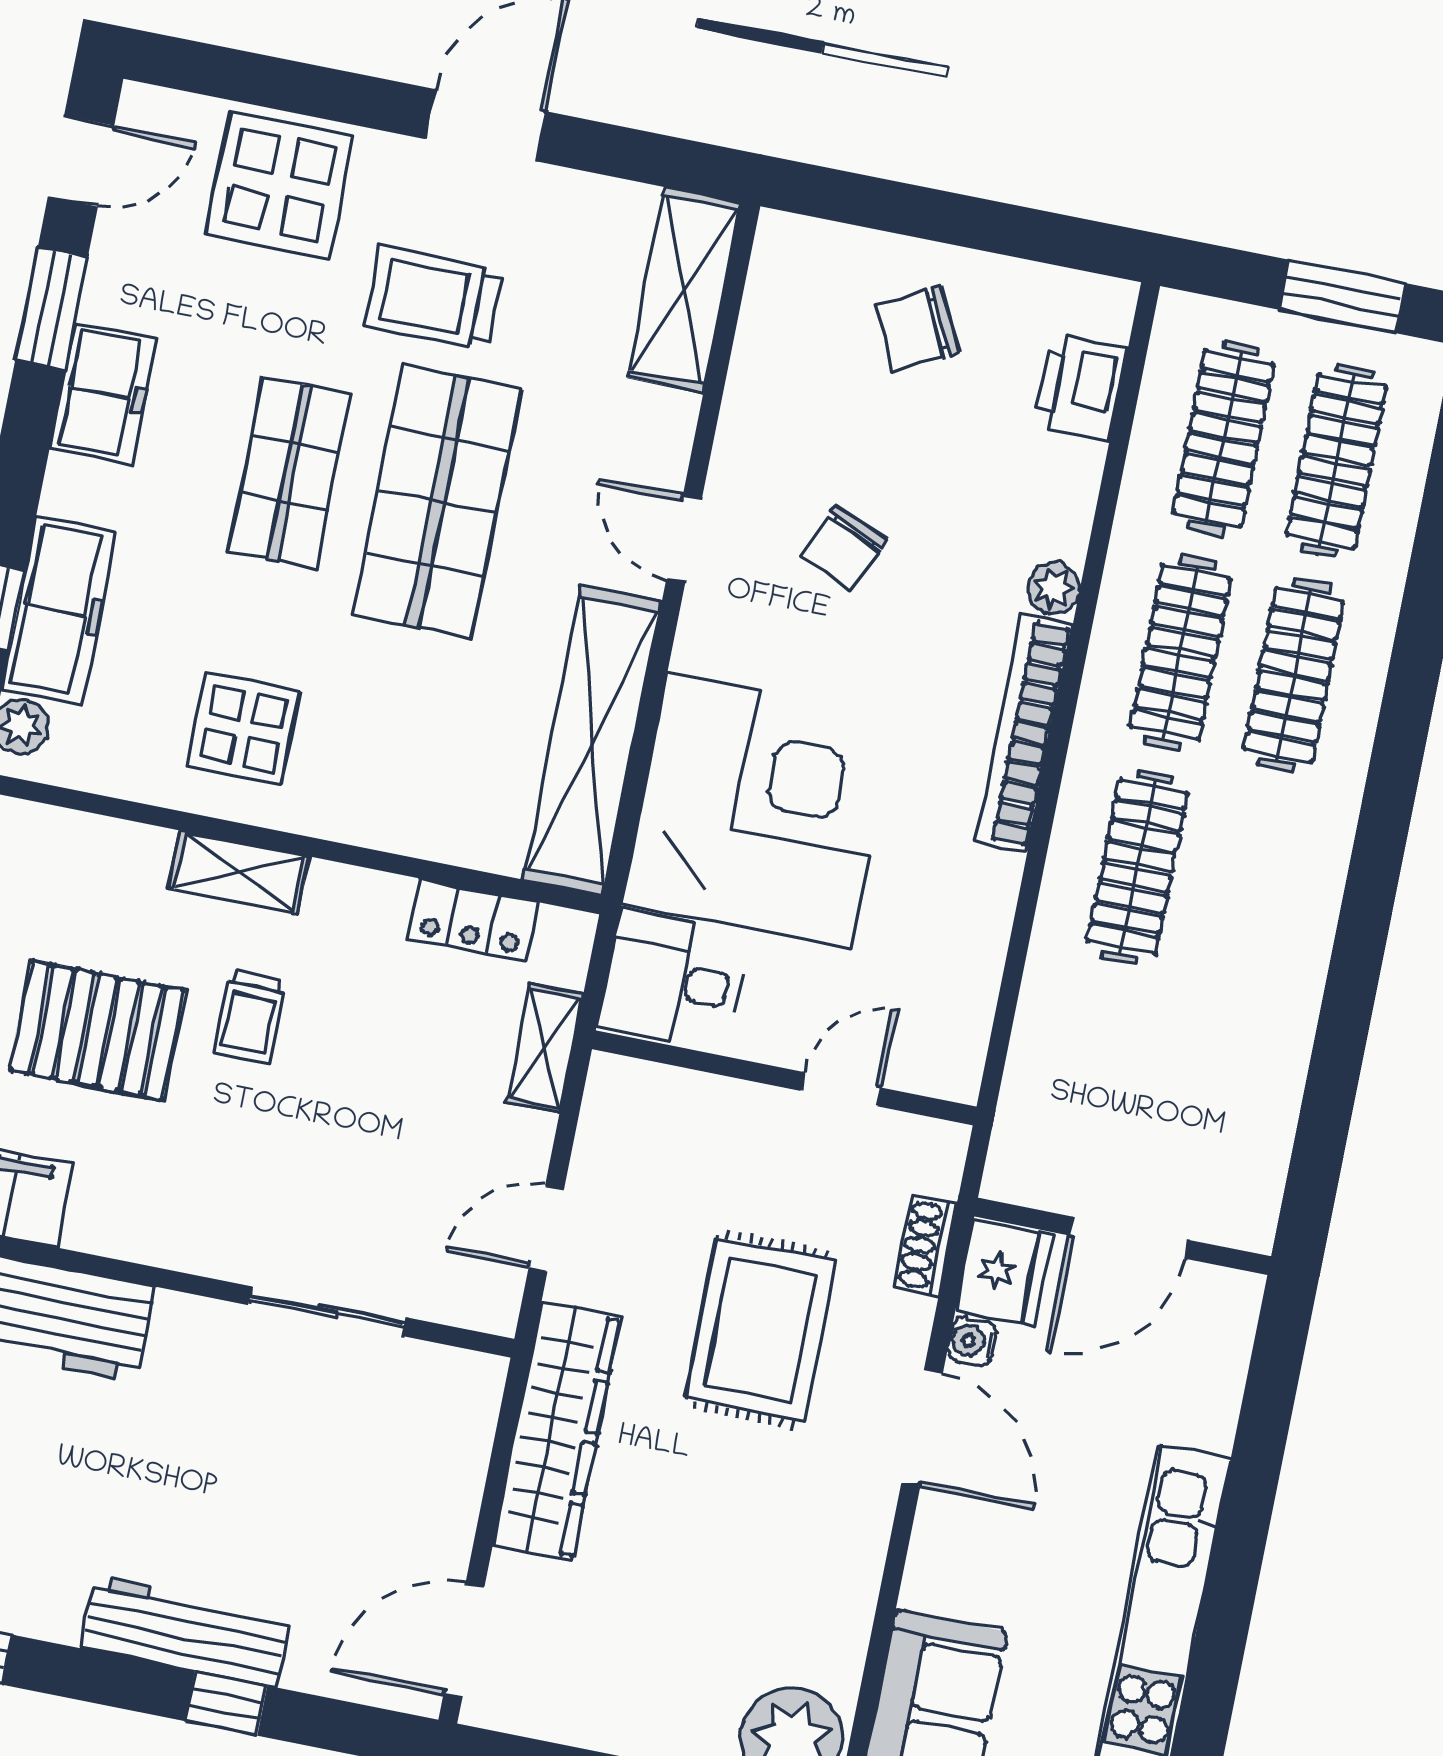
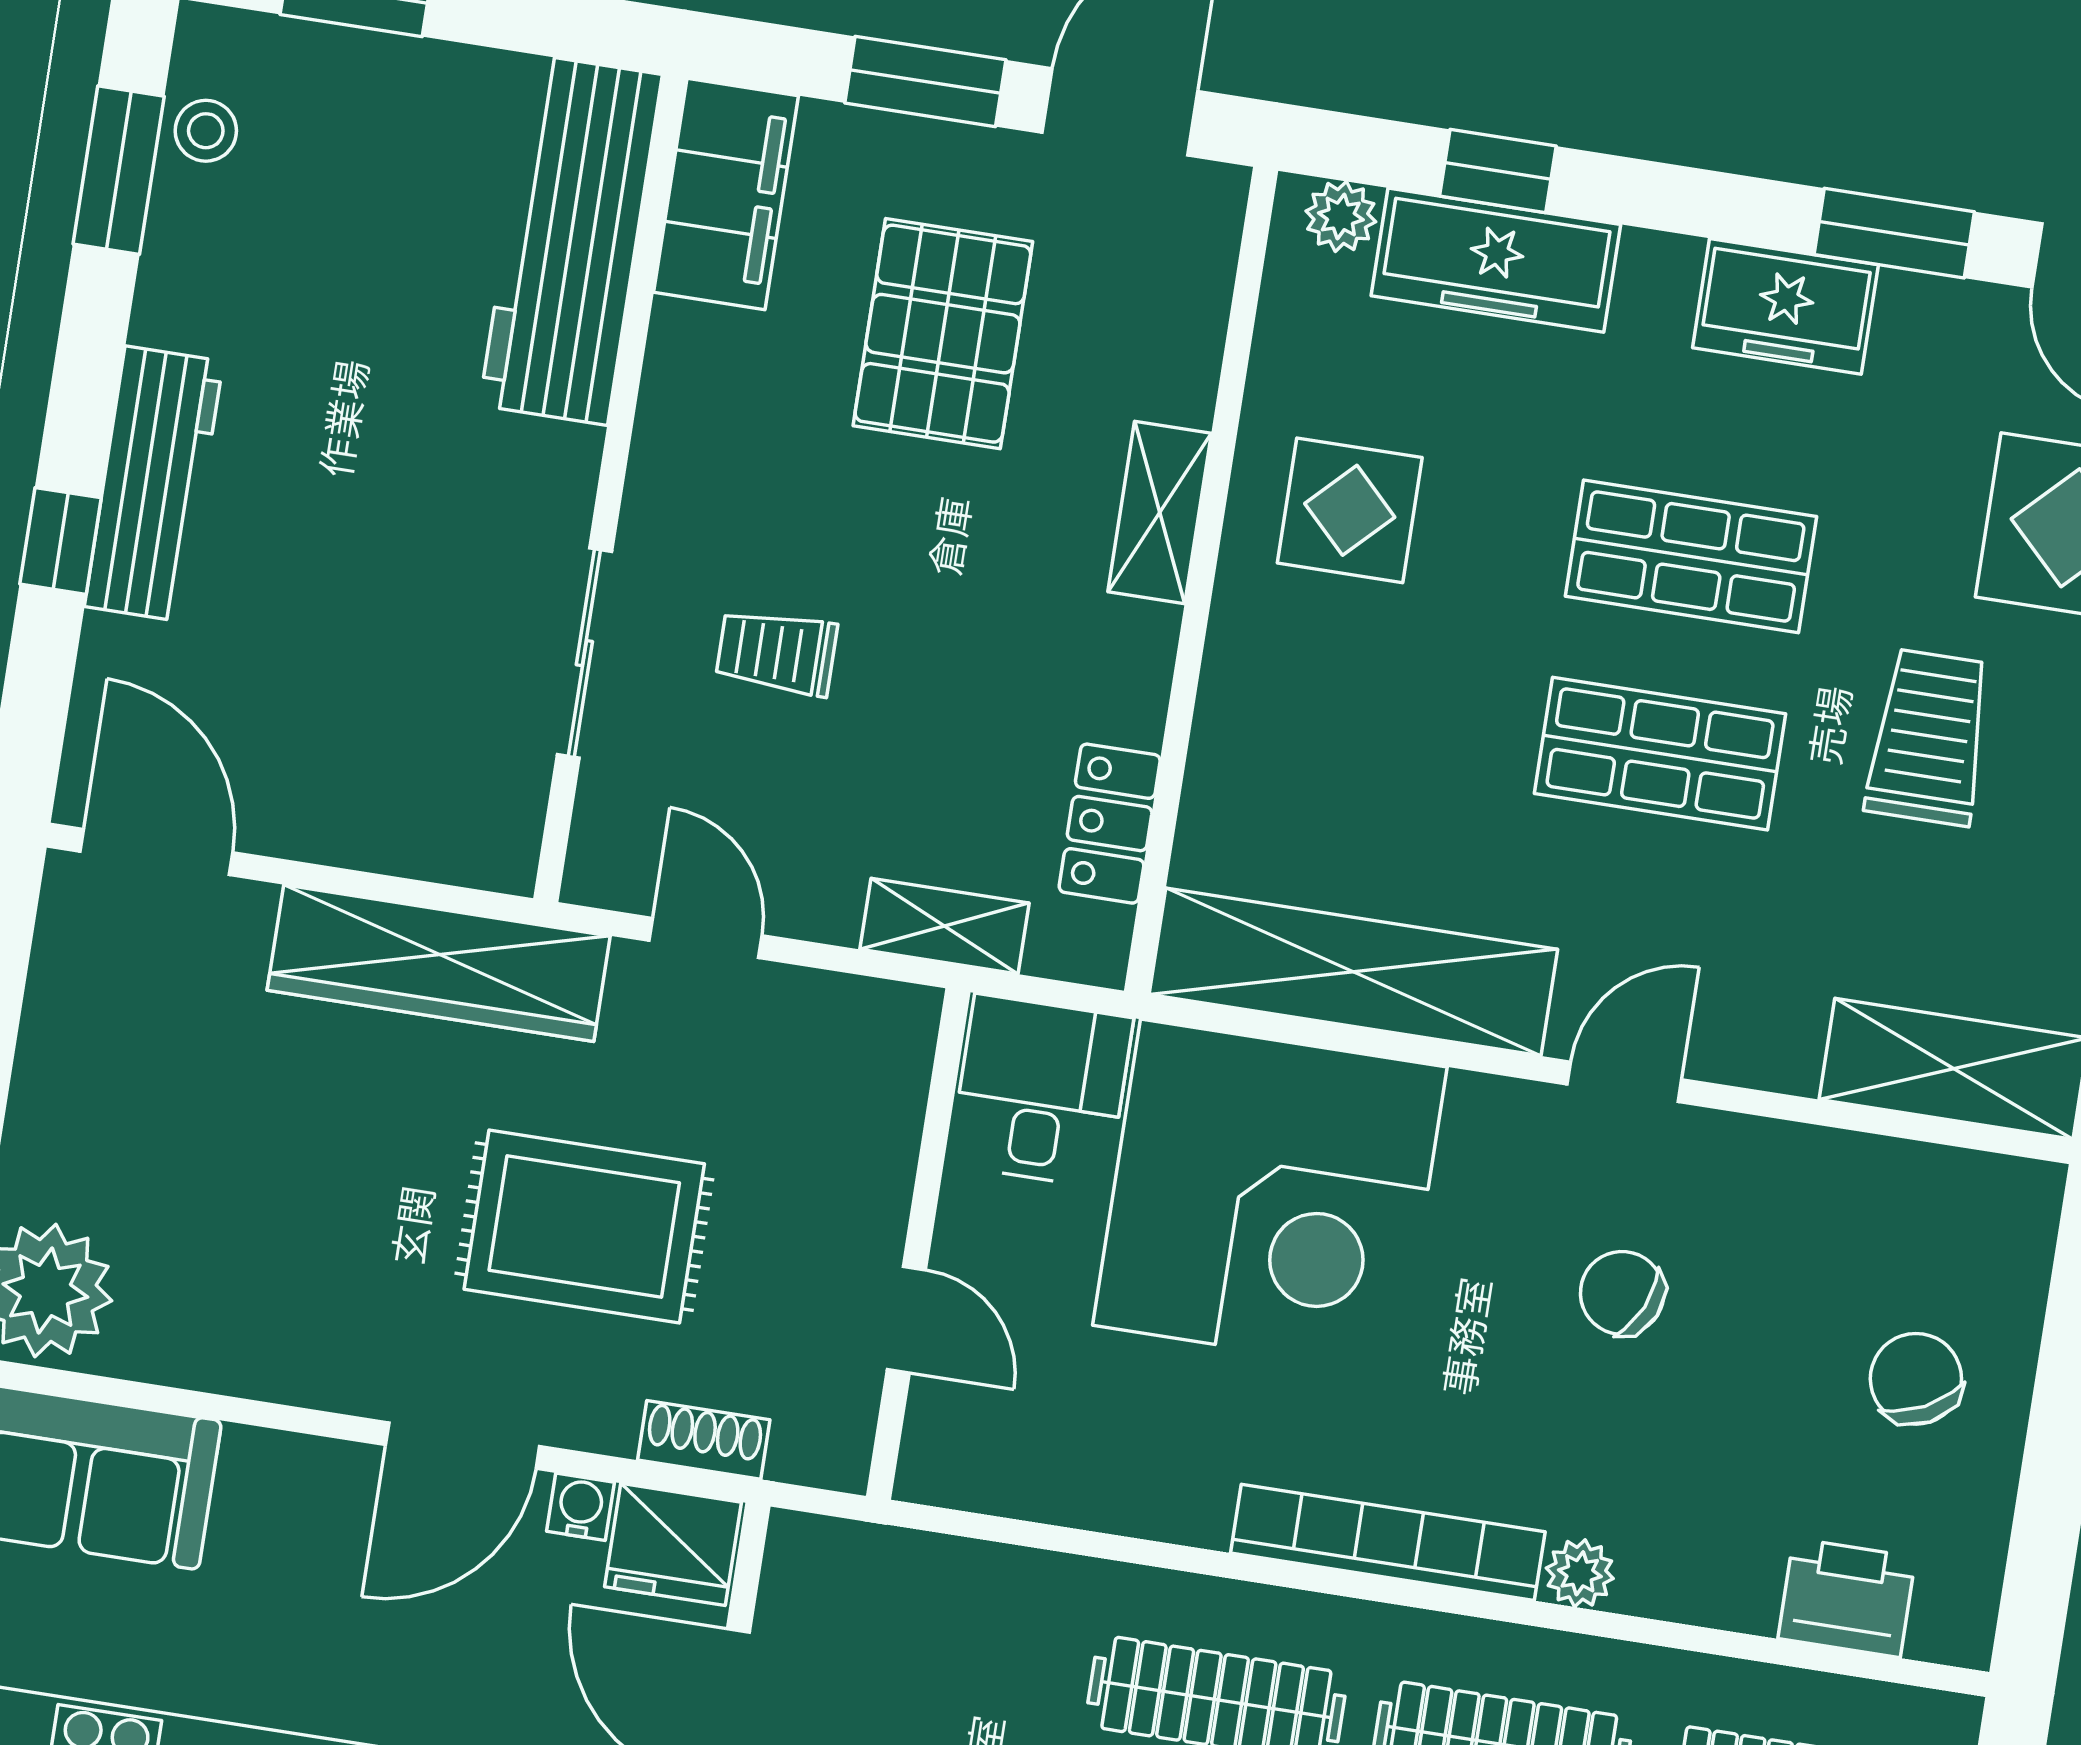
shop shelf: (437, 502) -> (1660, 754), width x0.70, depth x0.74
trolley: (250, 1017) -> (777, 652), moved

